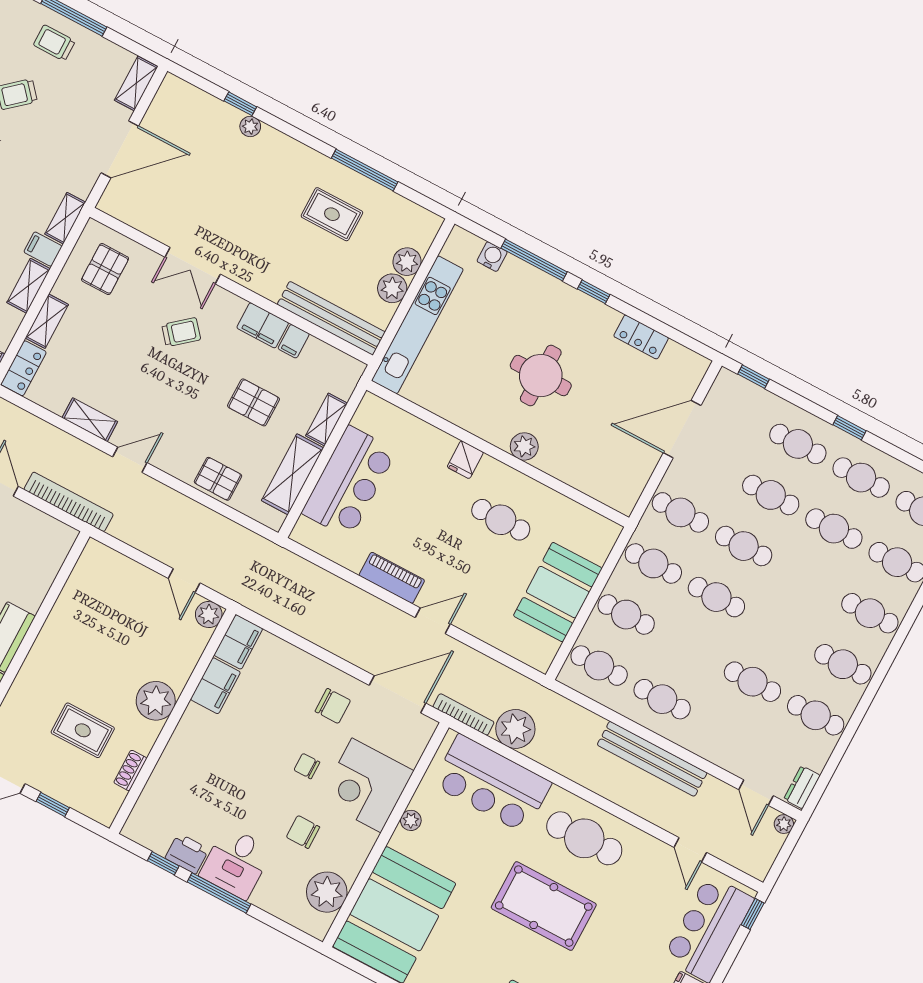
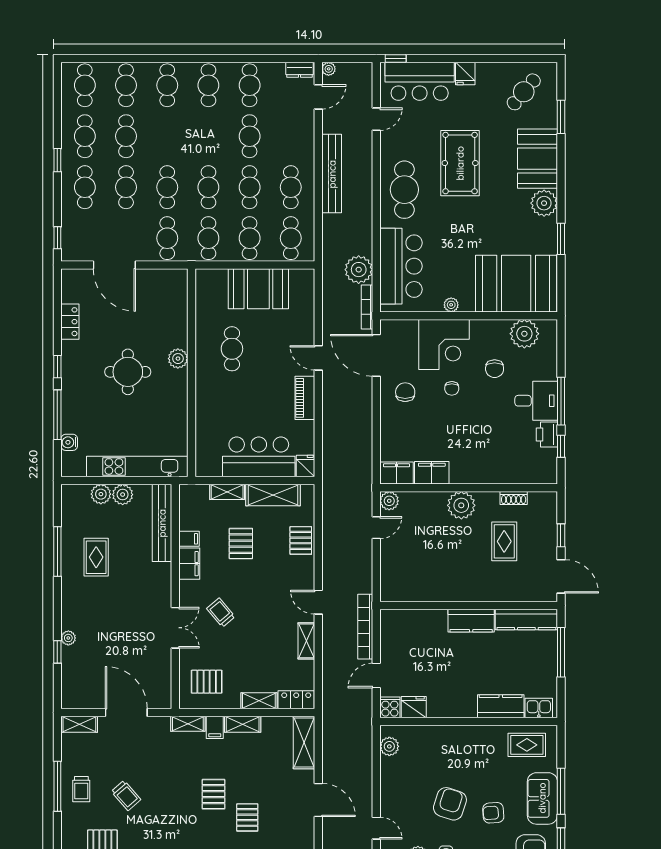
fridge: (465, 460) -> (305, 466), moved, turned -90
cafe table: (689, 648) -> (250, 187), added
pool table: (544, 906) -> (460, 163), moved

